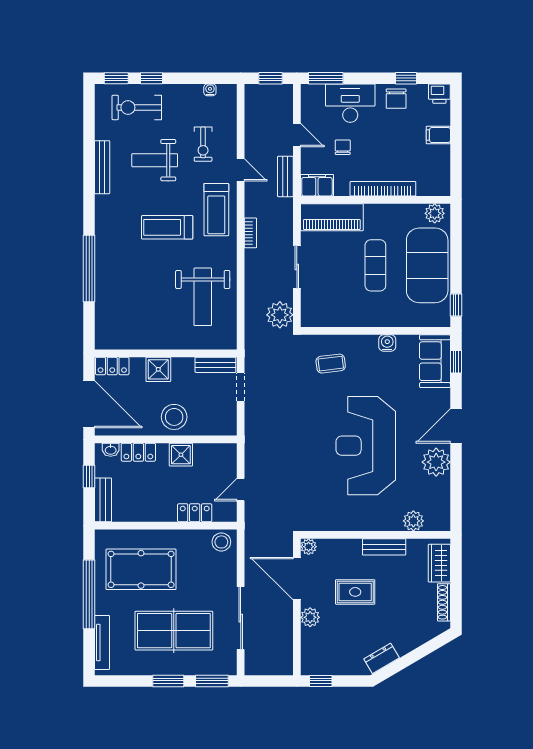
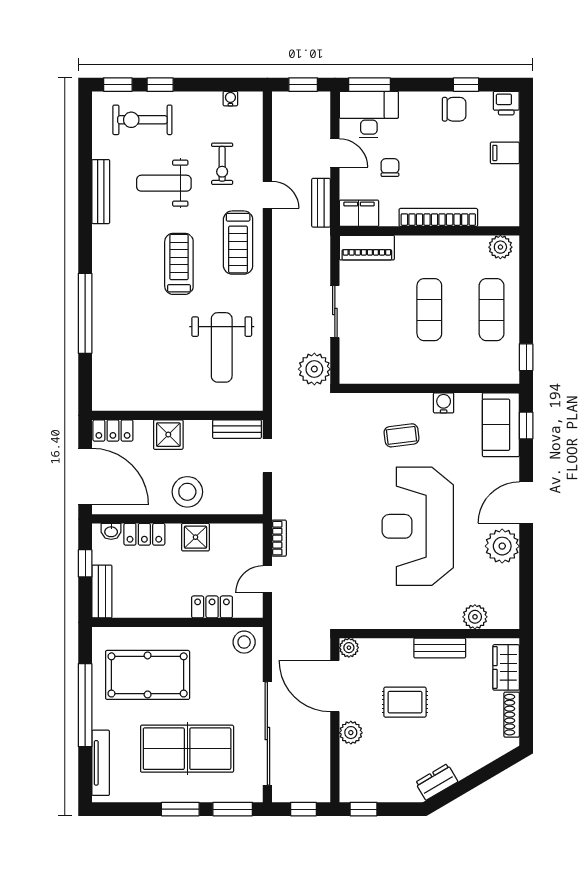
chair: (396, 99) -> (454, 109), turned -90
desk: (350, 103) -> (369, 115), moved
piano: (332, 217) -> (367, 248), width x0.73, depth x0.75
treadmill: (167, 227) -> (179, 264), turned 90
bookcase: (250, 233) -> (279, 538), moved
exercise mat: (427, 265) -> (492, 310), width x0.50, depth x0.69
coffee table: (331, 364) -> (402, 435), moved
sliding door: (241, 618) -> (267, 734), width x1.36
window: (271, 681) -> (303, 809), added

